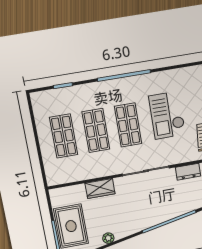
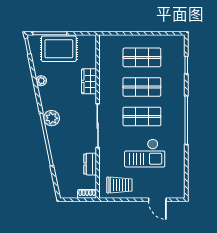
checkout: (167, 115) -> (145, 153), turned 180
plant: (146, 220) -> (52, 118), added

